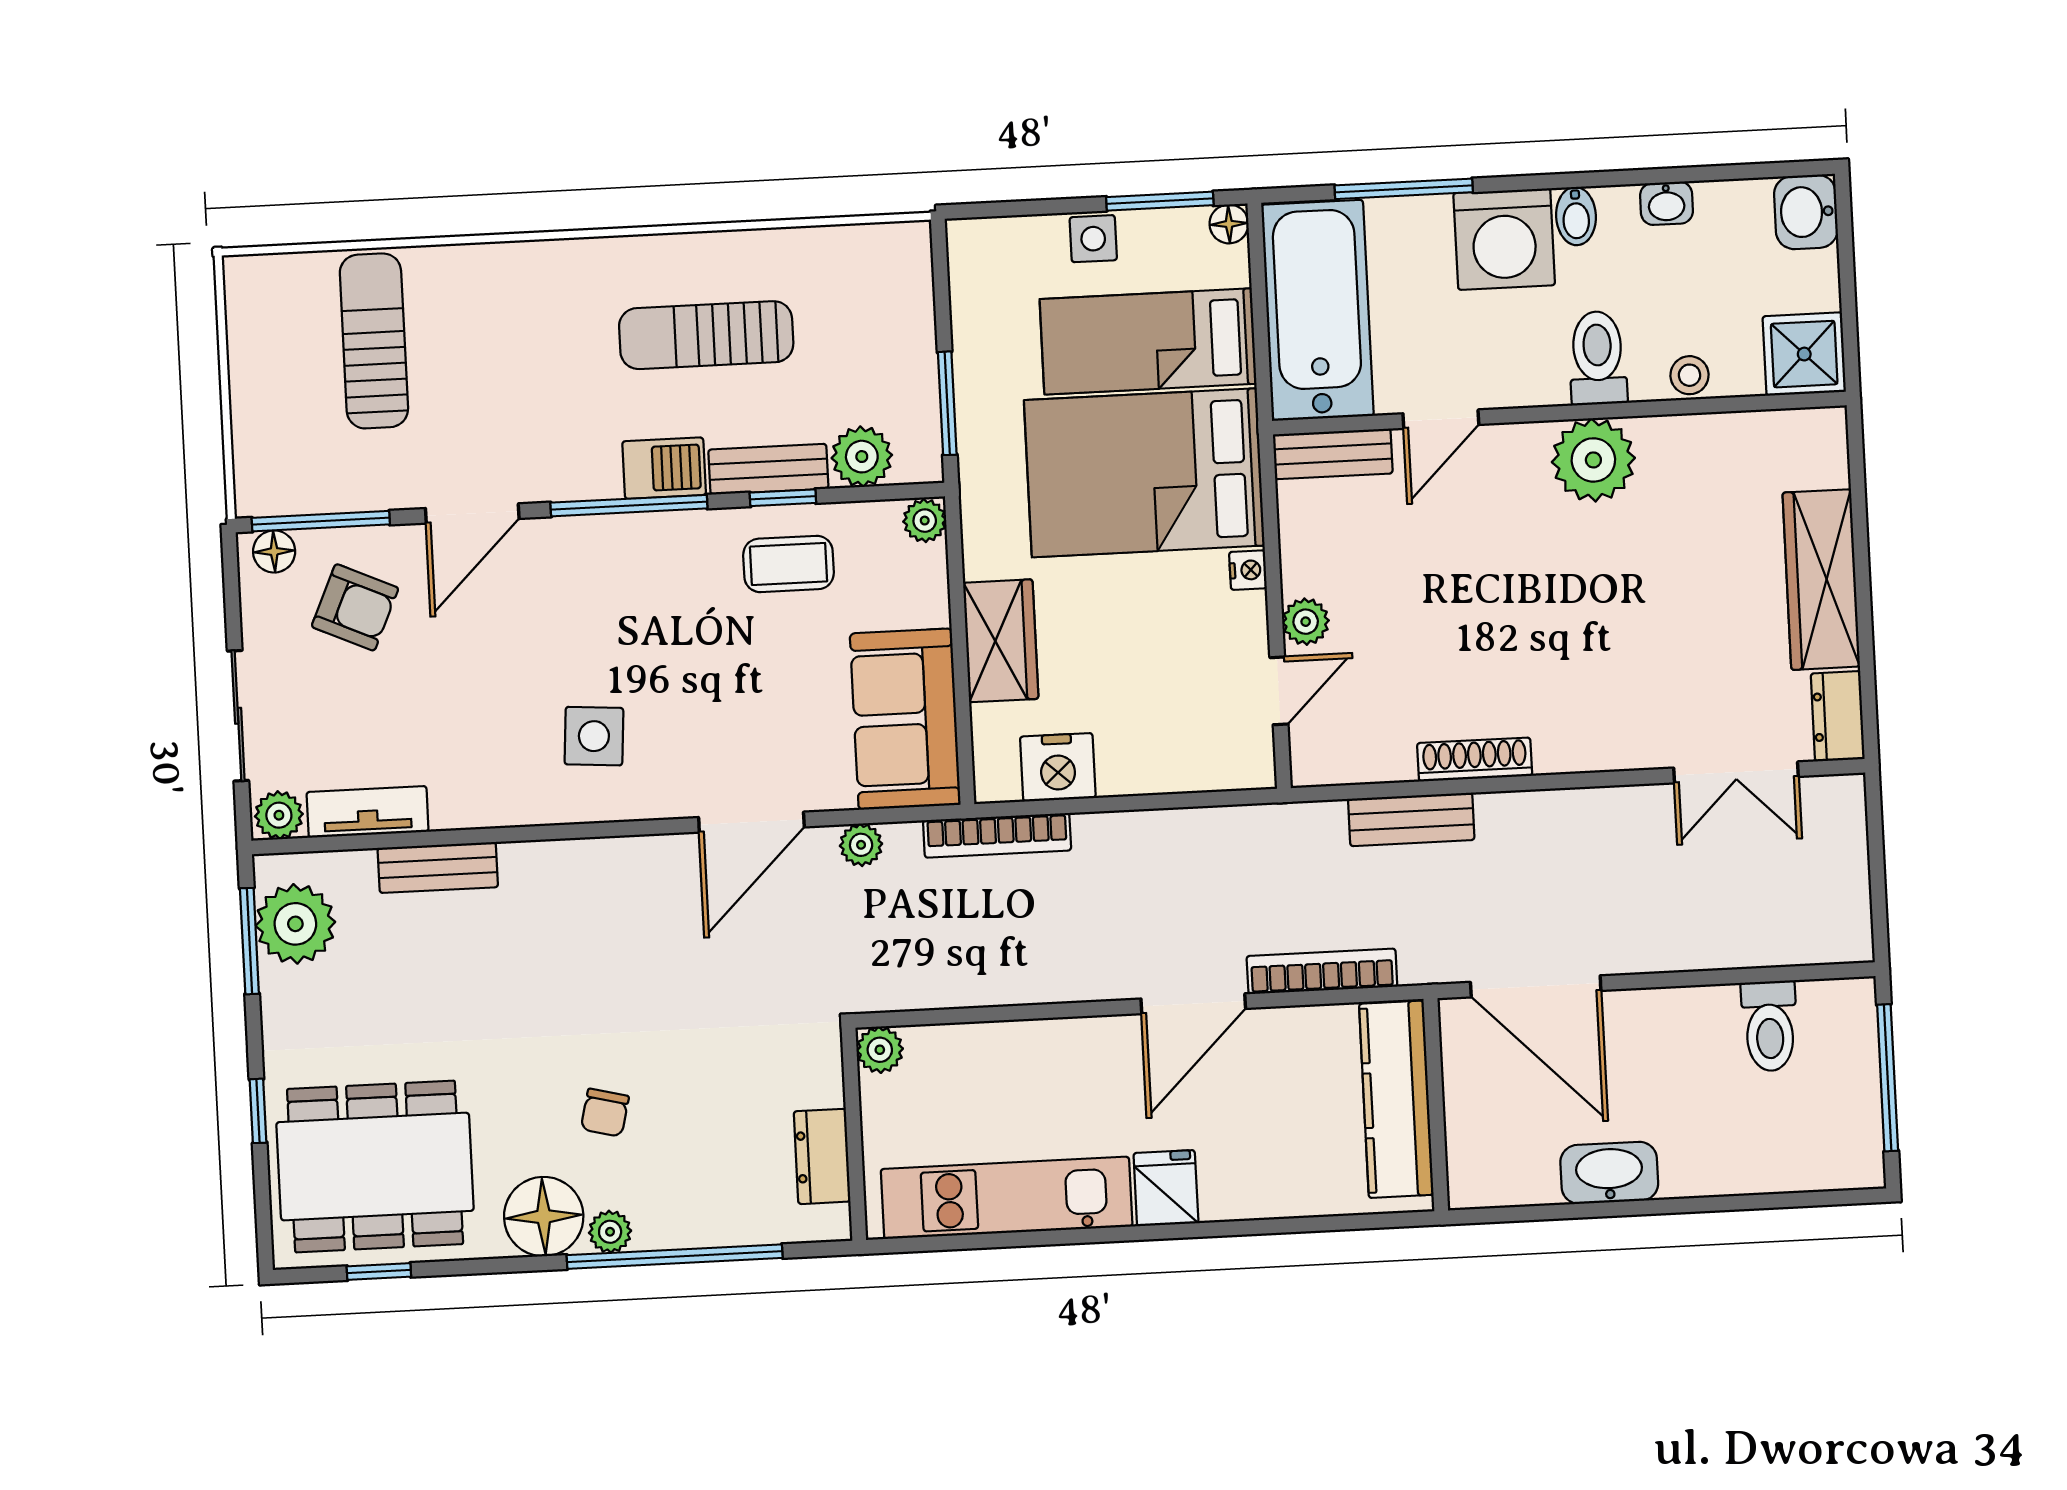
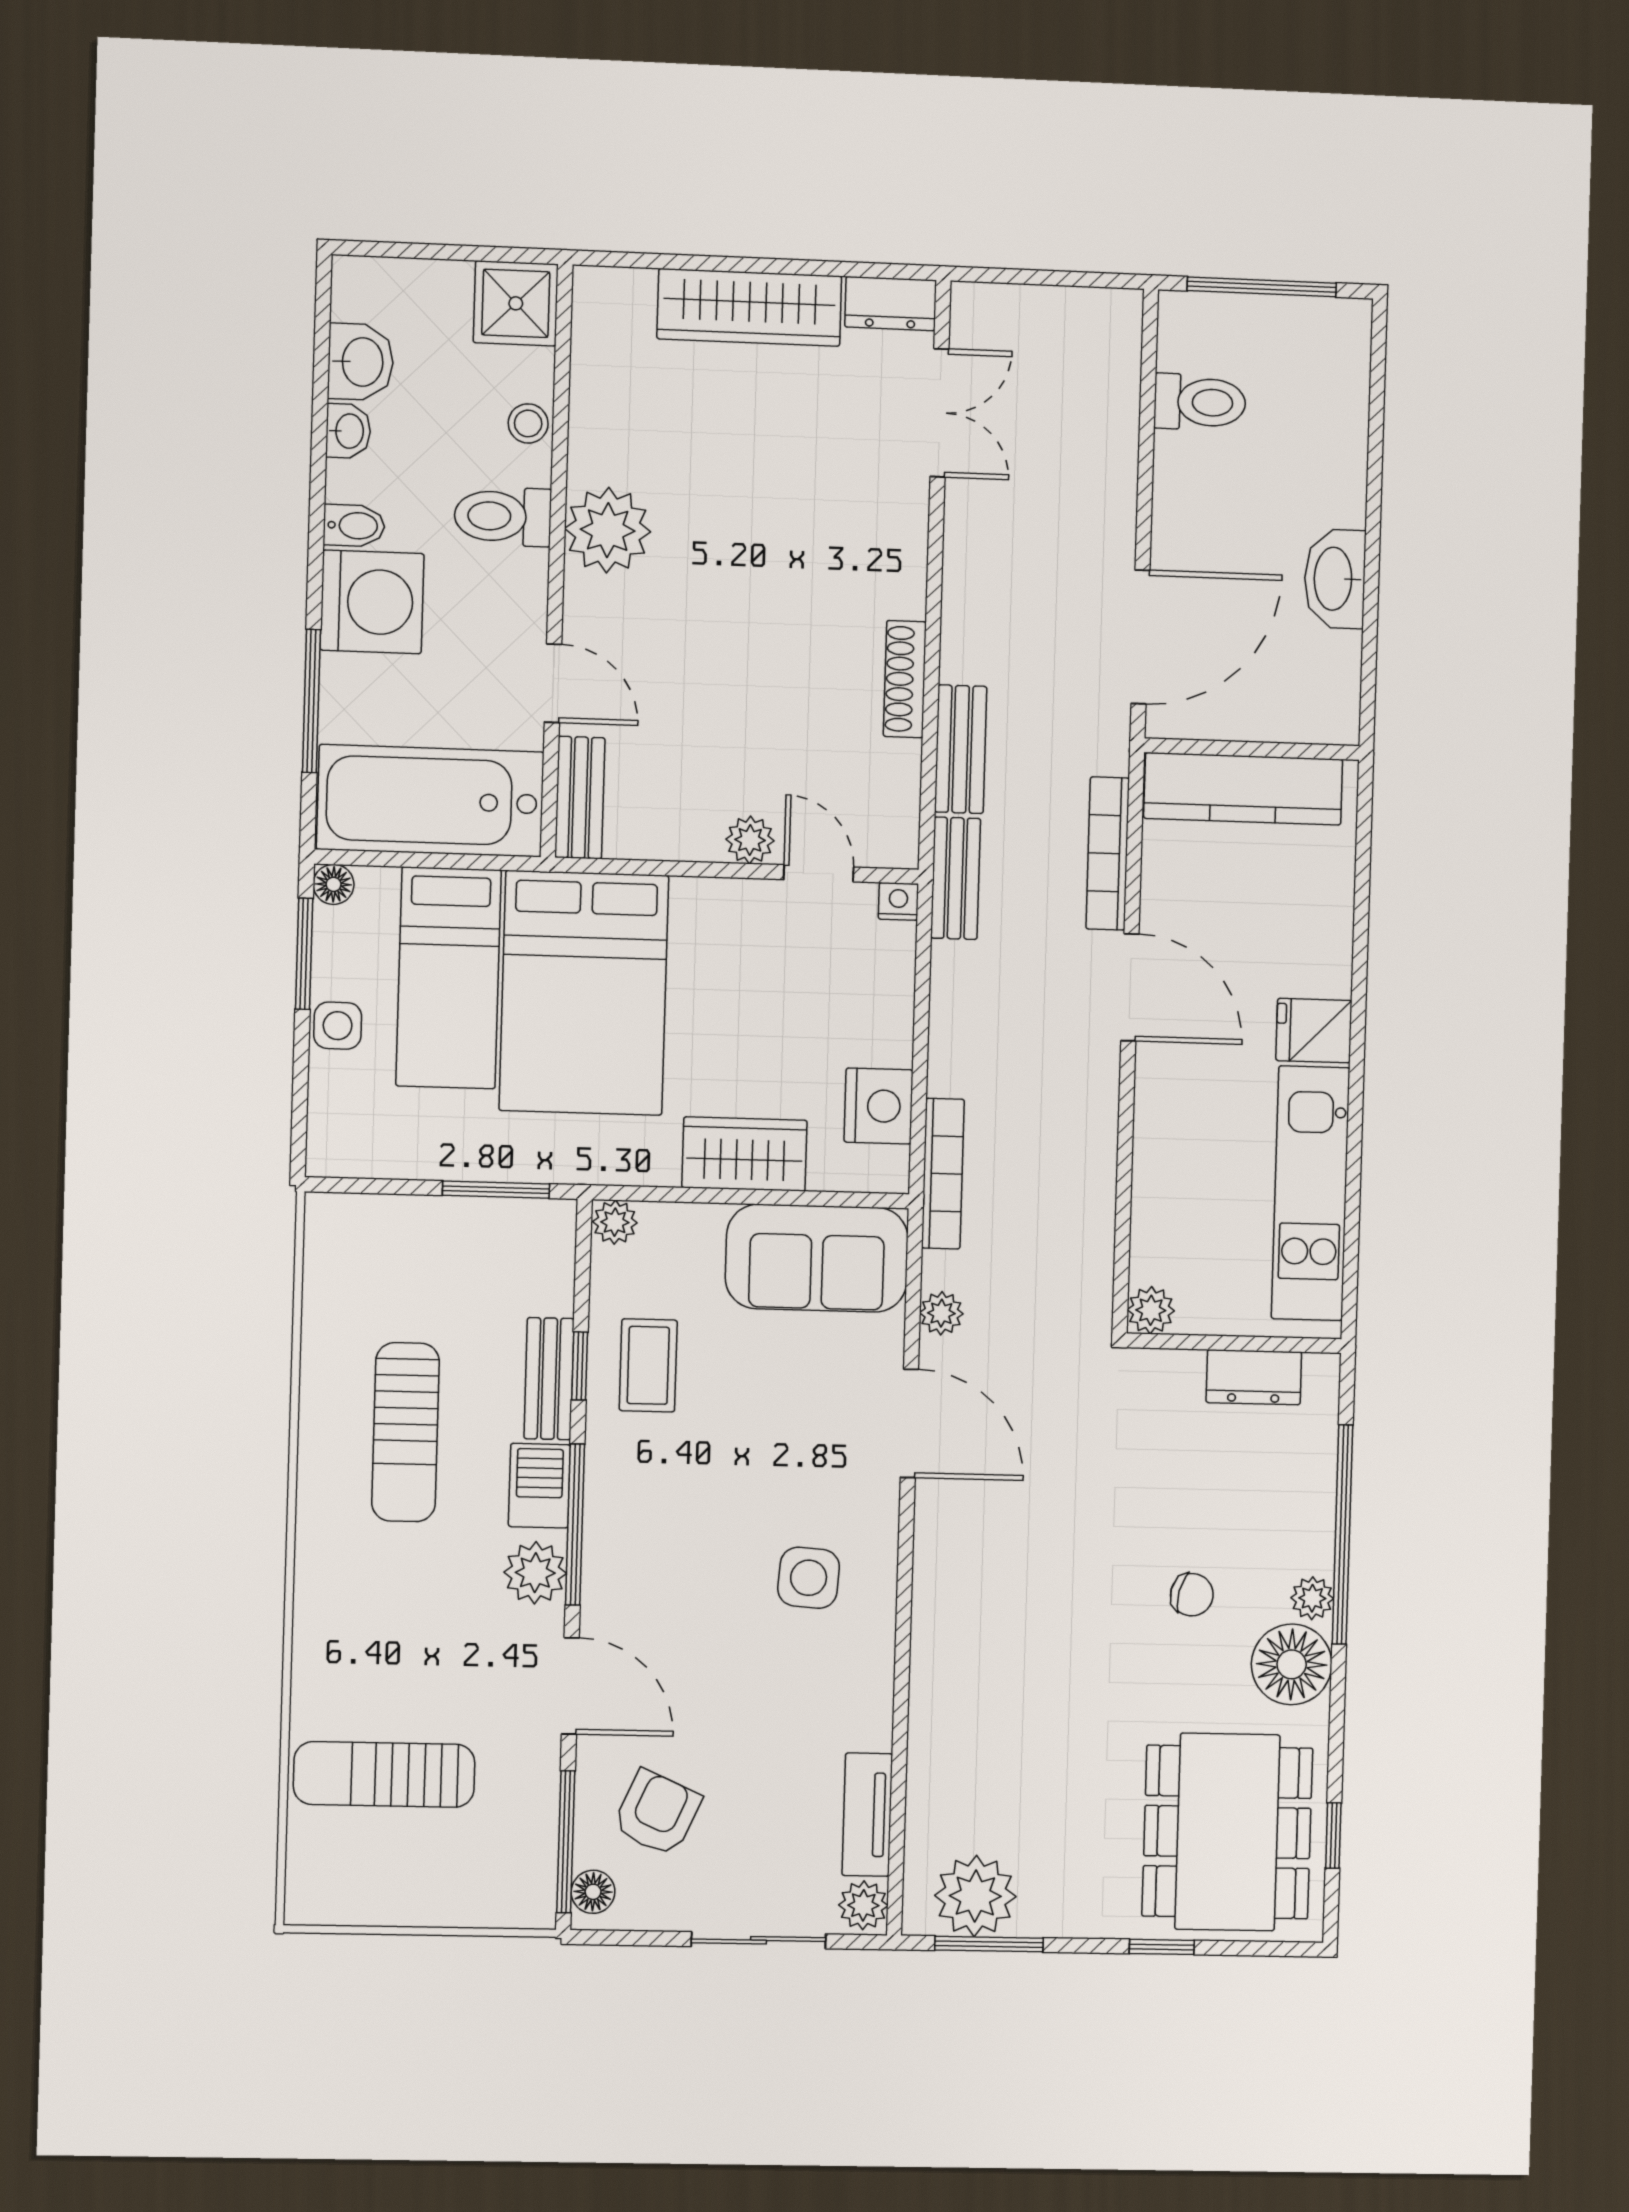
washbasin: (1806, 212) -> (361, 362), moved, turned -90
plant: (862, 457) -> (535, 1573), moved
nightstand: (1248, 570) -> (898, 901), moved
bench: (438, 868) -> (956, 878), moved

